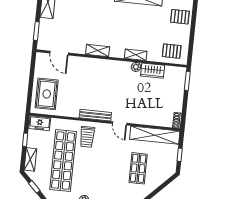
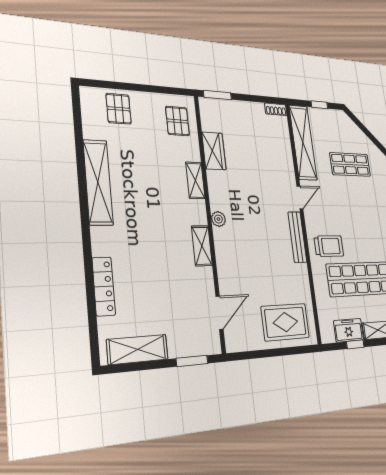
plant: (136, 67) -> (218, 219), moved
freezer: (40, 123) -> (349, 330), moved, turned -90

